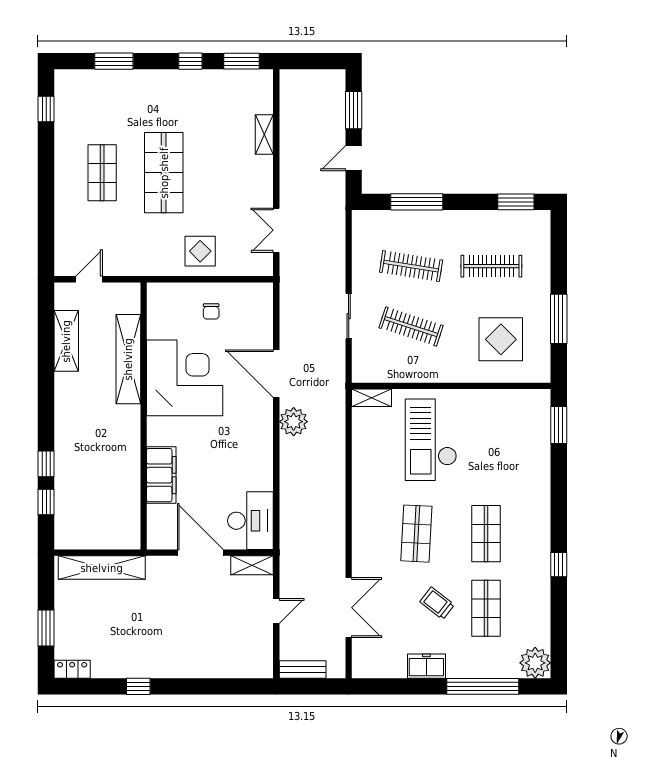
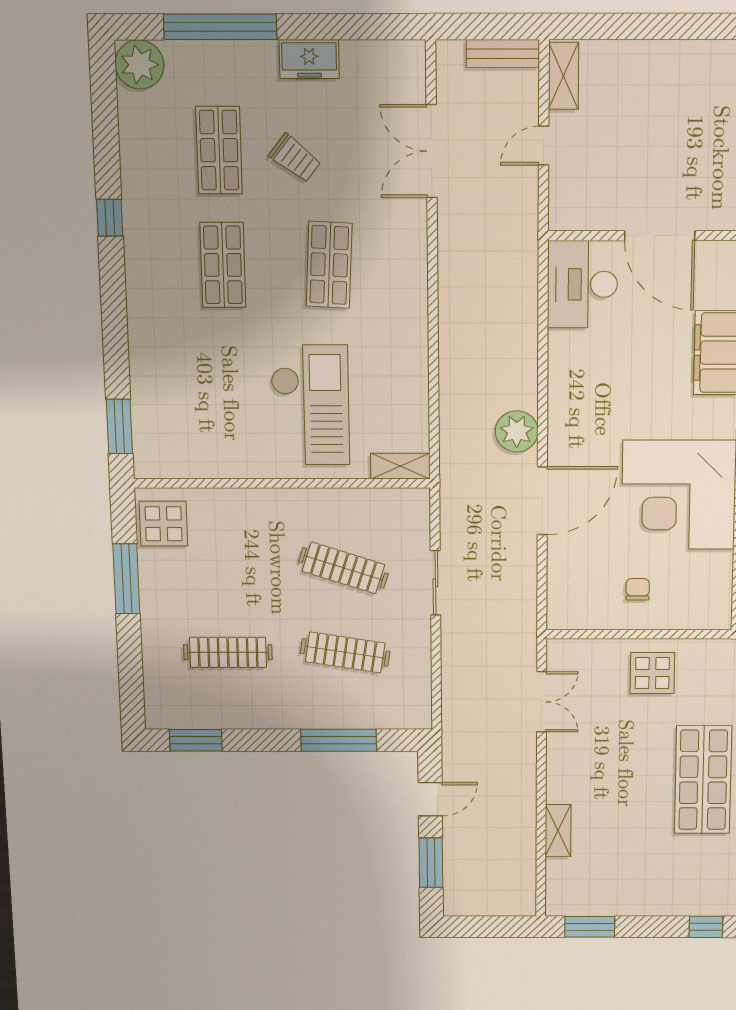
window: (190, 61) -> (706, 927), moved
display table: (501, 339) -> (164, 524), moved, width x0.73, depth x0.73
door: (276, 374) -> (542, 501), hinge flipped
shelving: (252, 565) -> (563, 76), moved, turned 90

